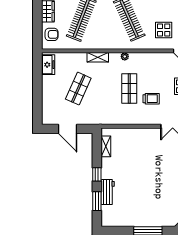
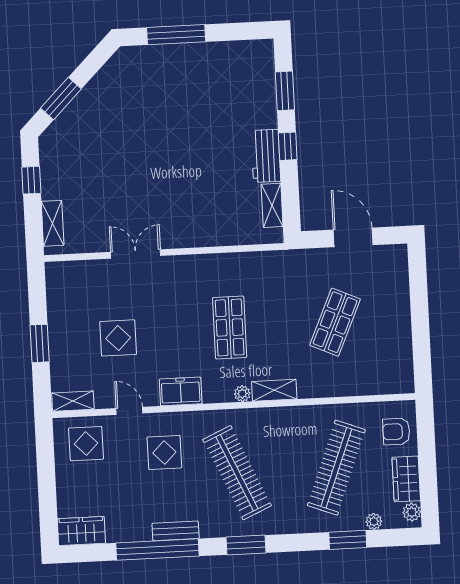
shelving: (98, 57) -> (274, 390), moved
freezer: (48, 65) -> (181, 391), moved, turned 90
trolley: (151, 99) -> (183, 309), removed
workbench: (108, 192) -> (266, 156), moved

